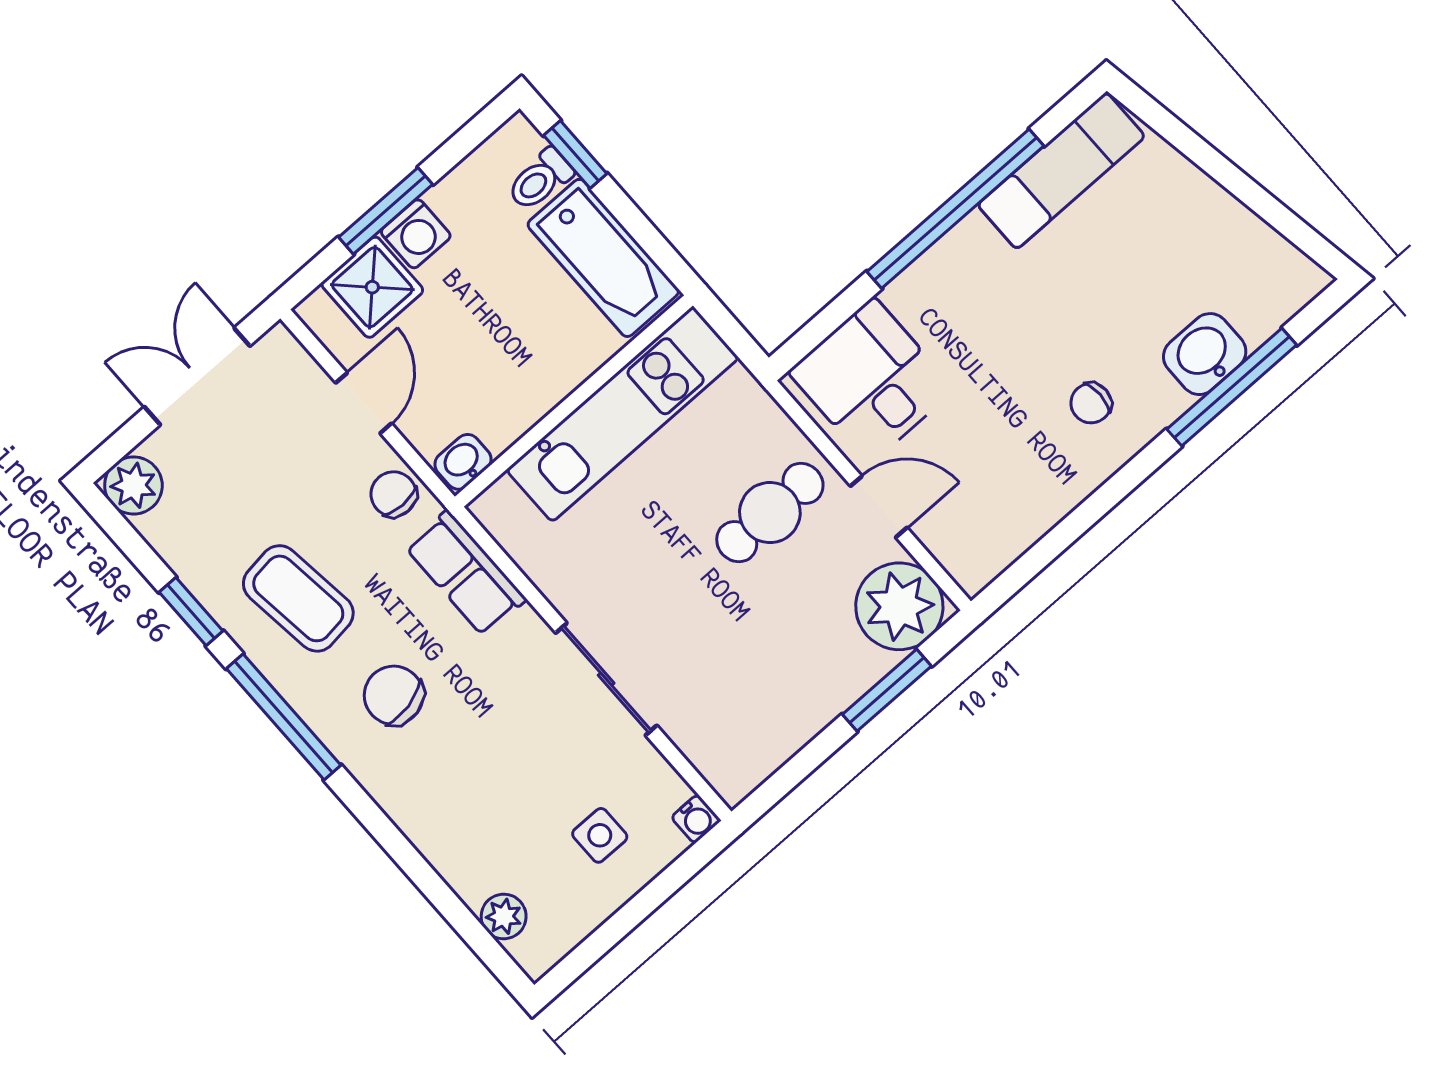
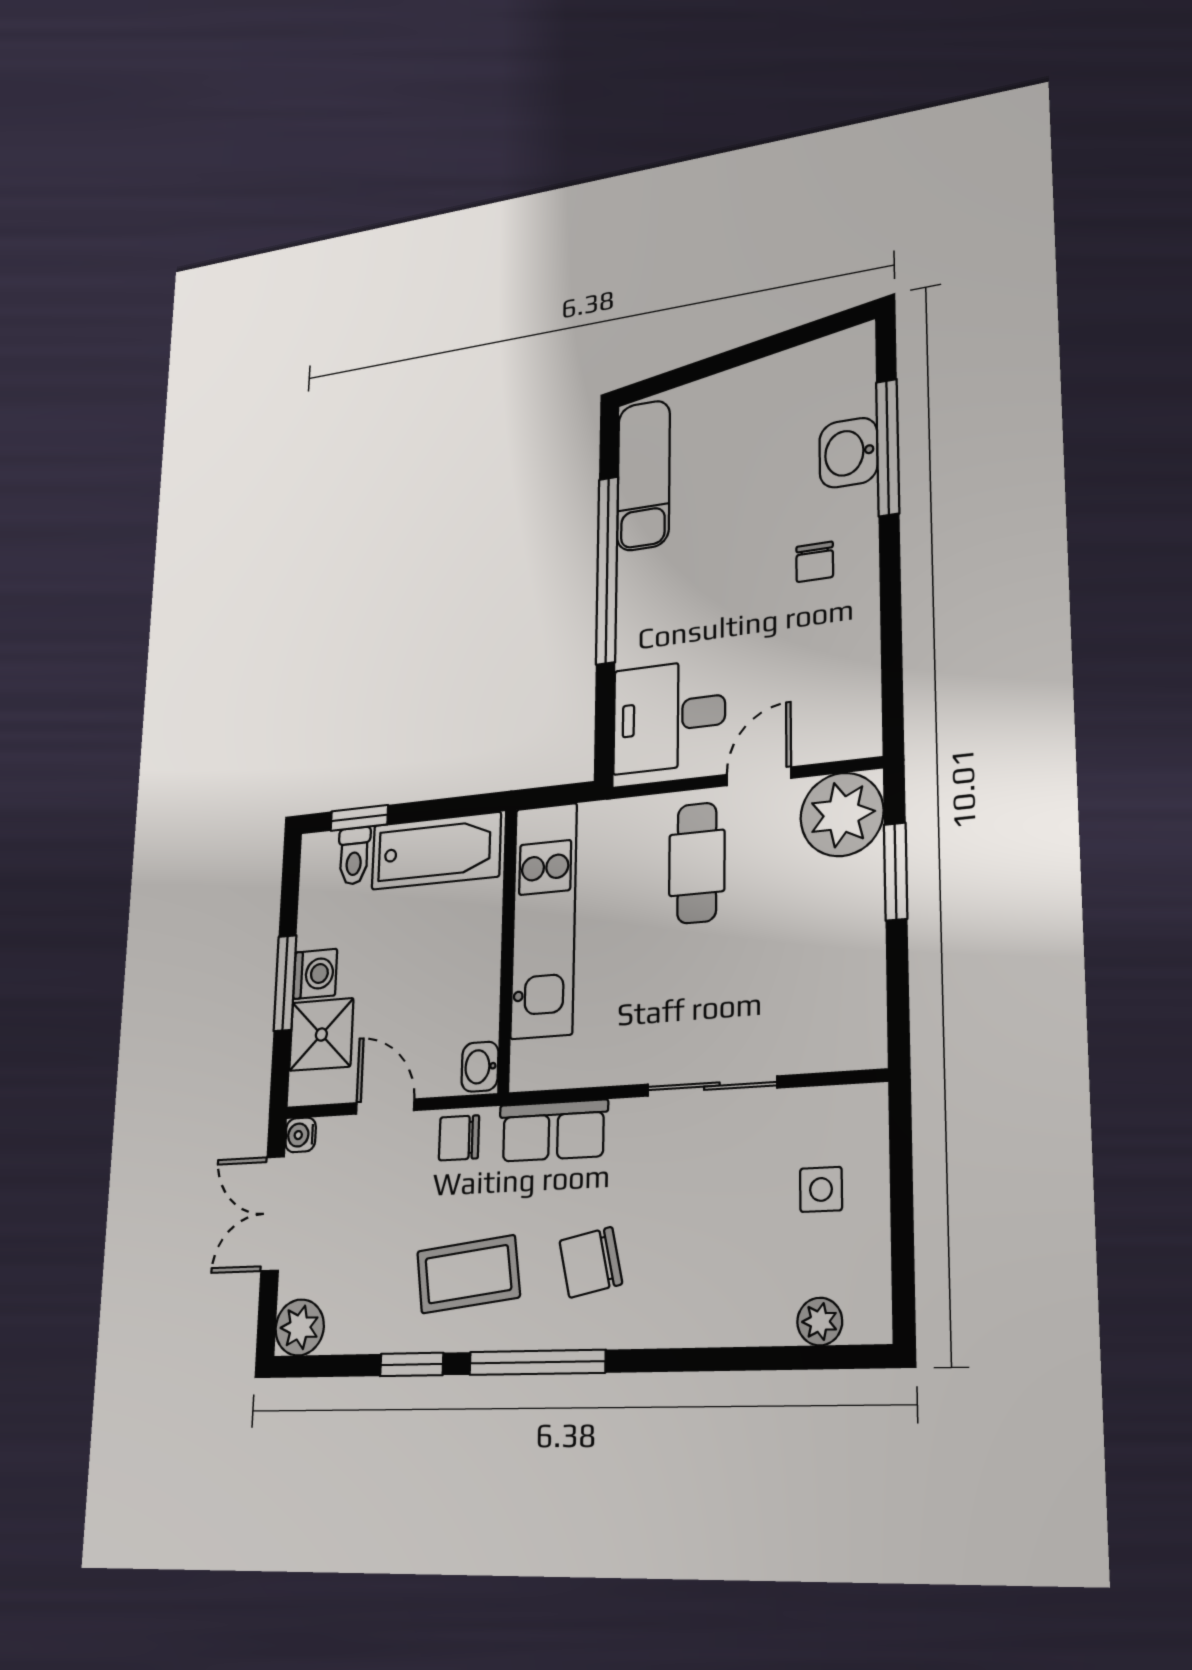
water cooler: (696, 819) -> (301, 1135), moved, turned 180

